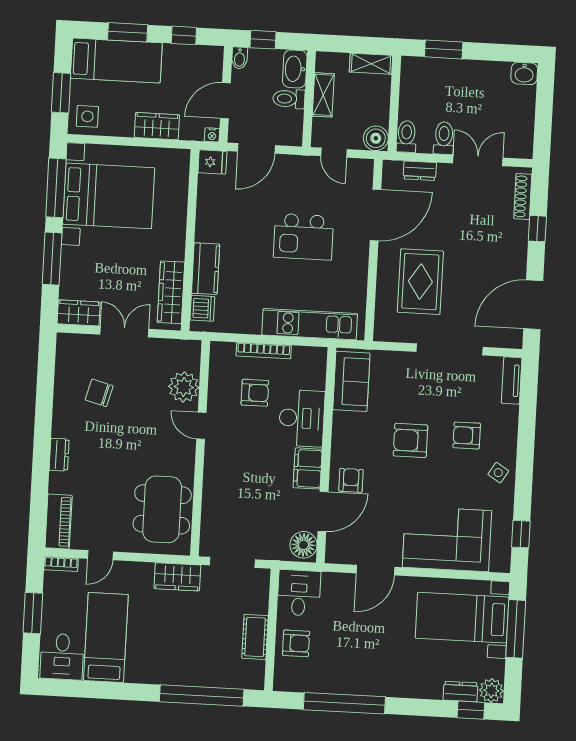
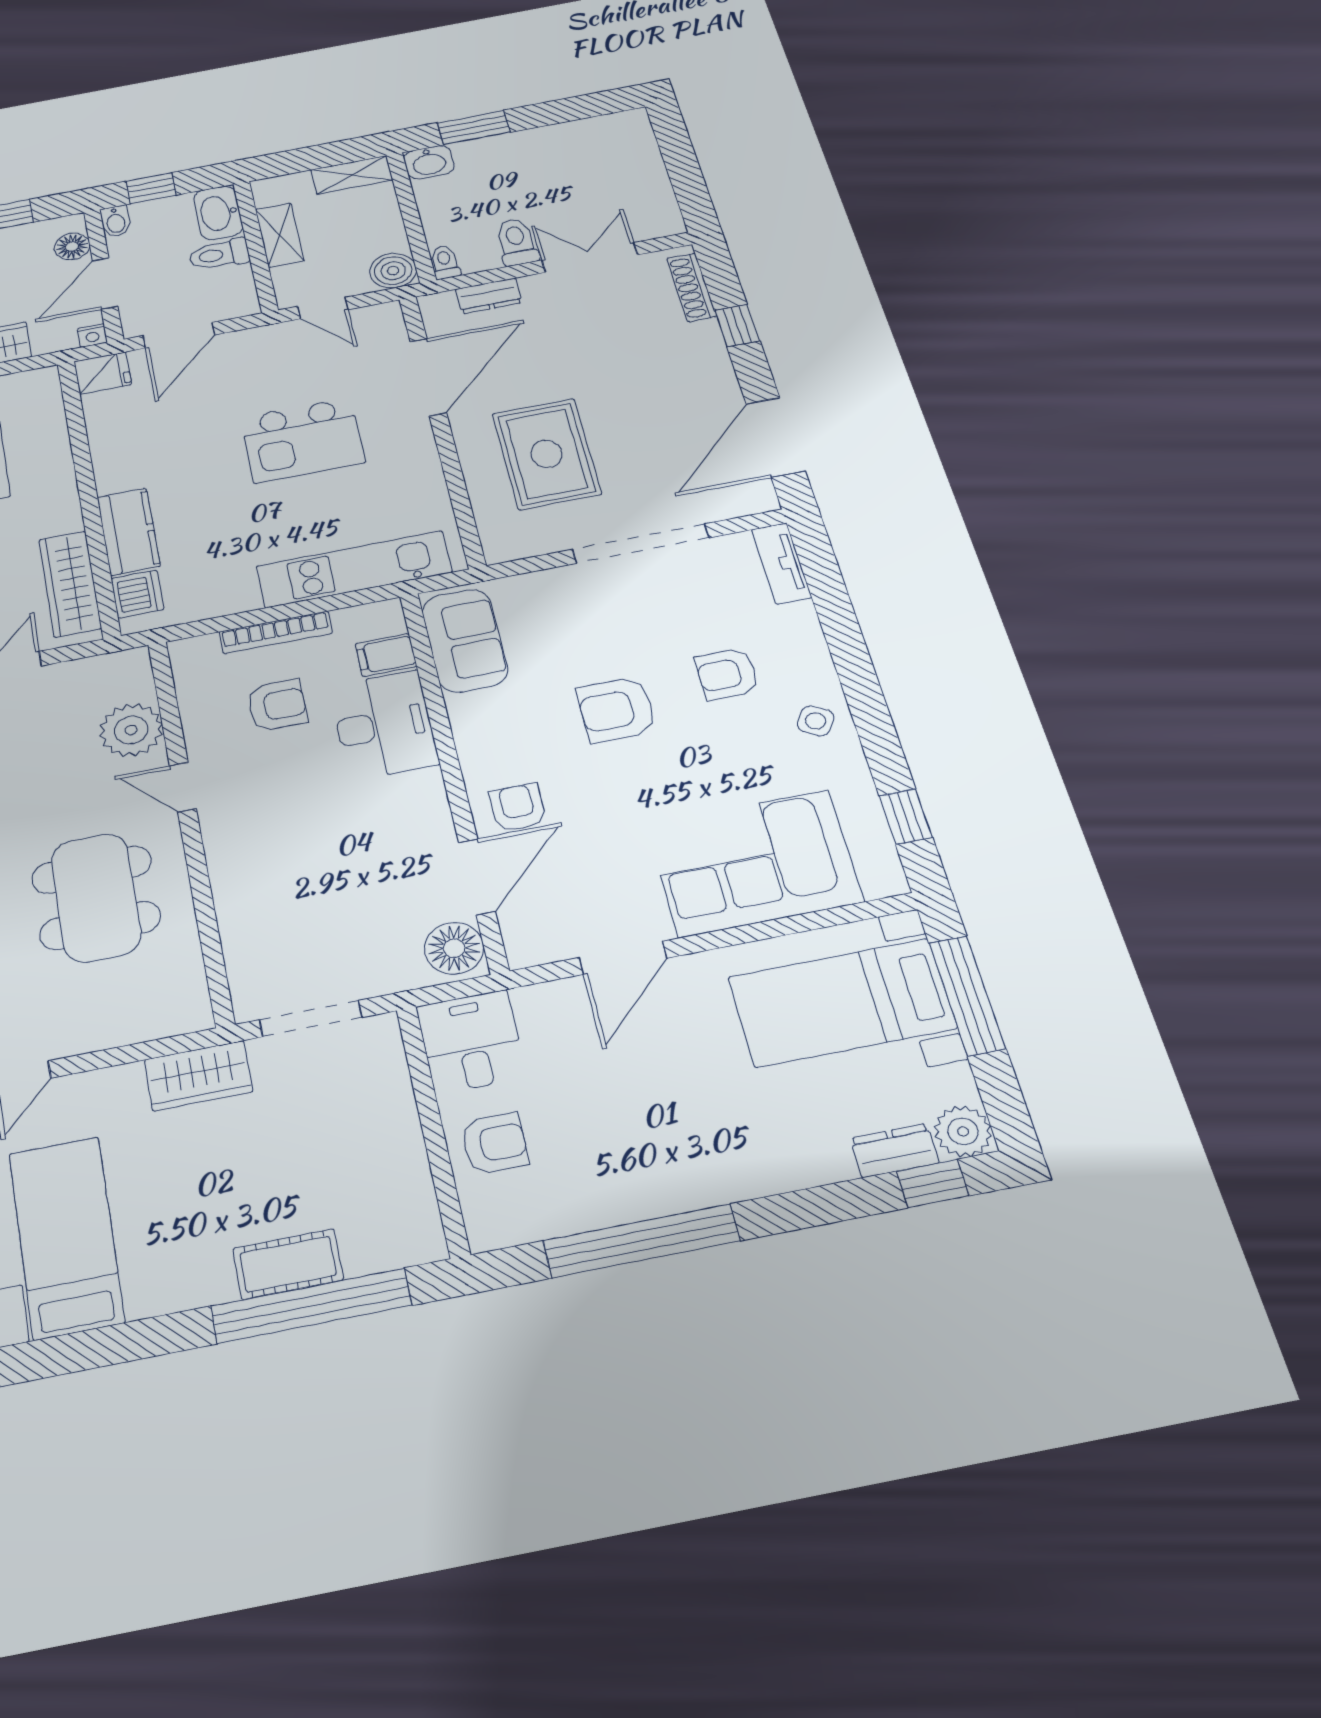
floor lamp: (213, 69) -> (72, 246), added
washbasin: (524, 73) -> (429, 162), moved
toilet: (406, 136) -> (445, 262), width x0.73, depth x0.72
filing cabinet: (308, 468) -> (386, 655), moved, width x0.50
dining table: (162, 509) -> (96, 897), moved
cot: (255, 637) -> (288, 1264), moved, turned 90

